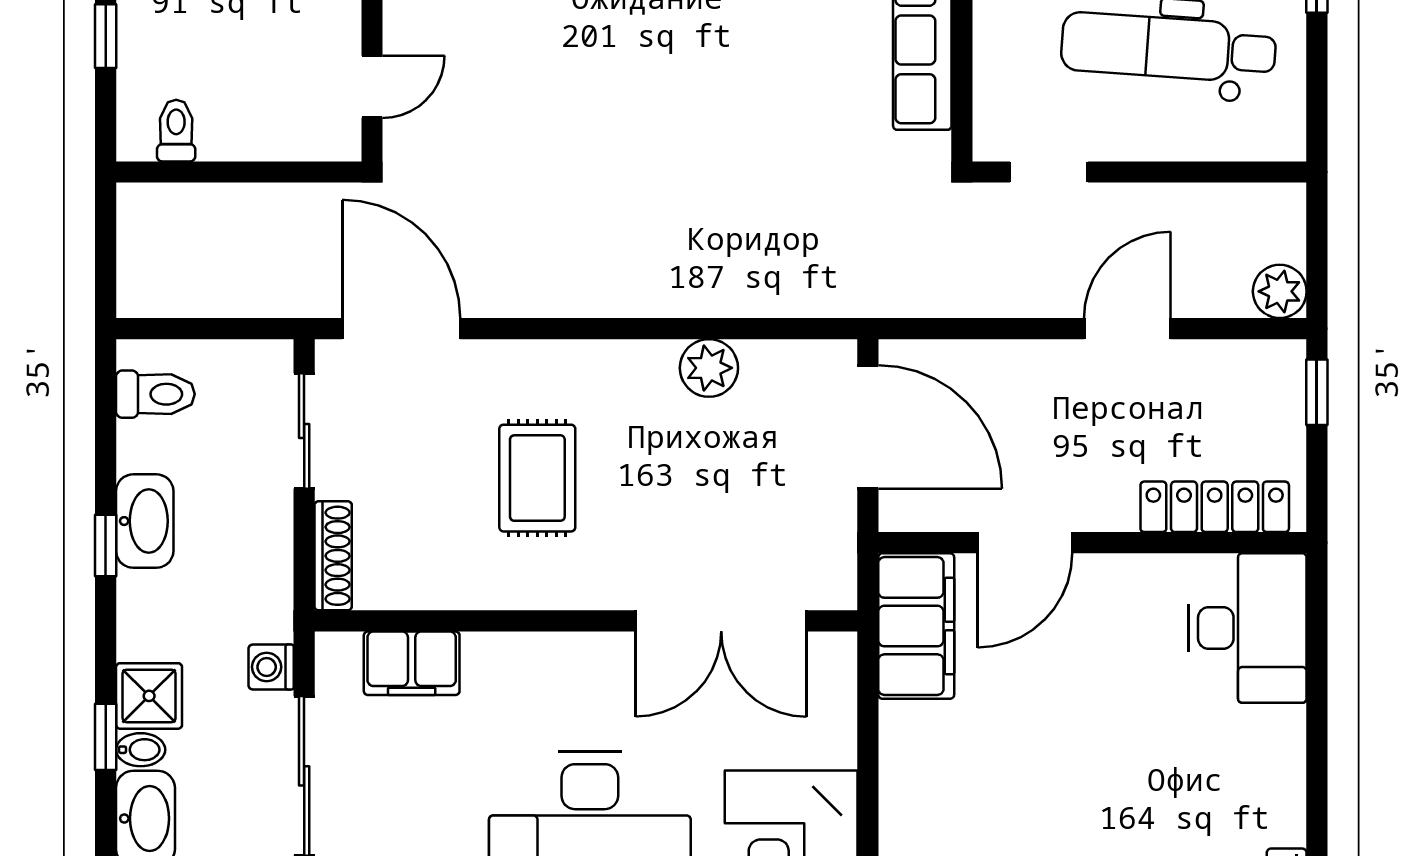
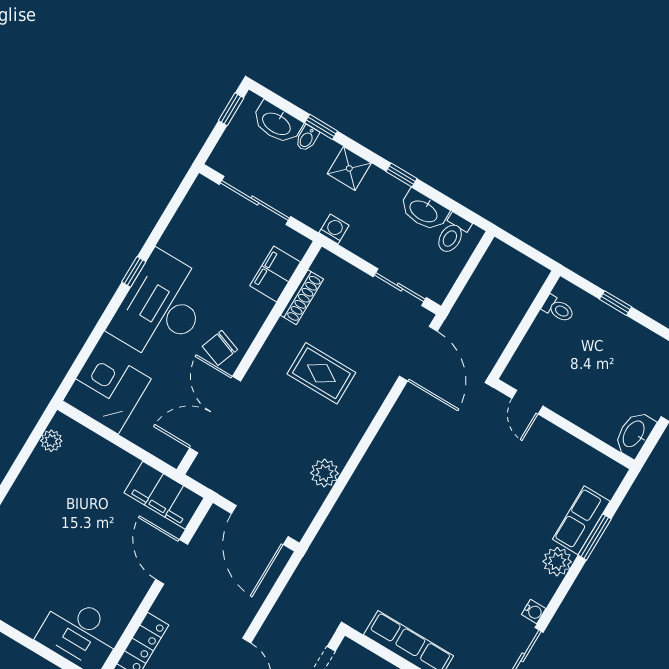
door: (401, 329) -> (418, 354), hinge flipped
door: (868, 427) -> (260, 525), hinge flipped
washbasin: (145, 521) -> (424, 211), moved
shoe rack: (333, 556) -> (302, 297), moved, turned -90
washing machine: (271, 667) -> (334, 229), moved
chair: (599, 683) -> (220, 348), added
shower: (149, 696) -> (349, 168), moved

